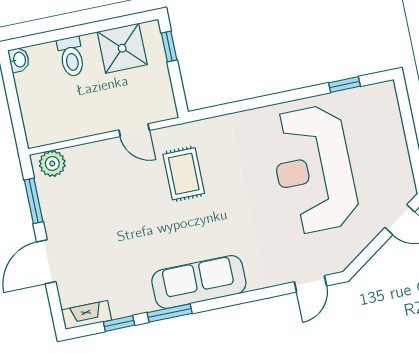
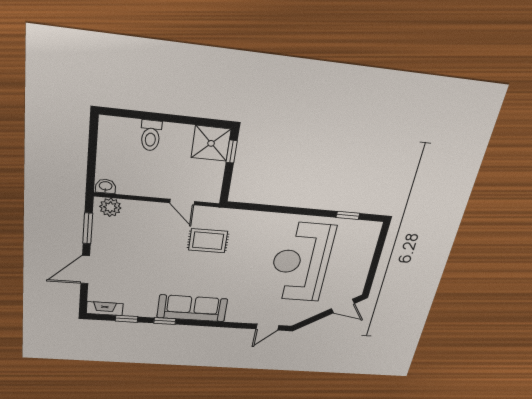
shower: (122, 48) -> (211, 143), moved
washbasin: (19, 60) -> (106, 186), moved, turned -90
rug: (184, 174) -> (208, 241), turned 90
window: (170, 313) -> (165, 321), width x0.67

